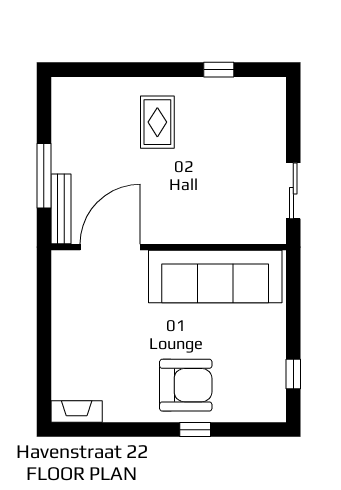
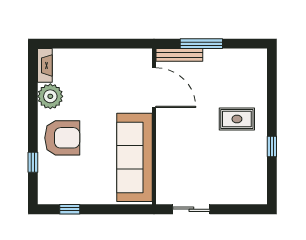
window: (219, 70) -> (272, 147), moved
armchair: (186, 385) -> (62, 138), turned -90
plant: (123, 403) -> (50, 96), added
window: (195, 430) -> (33, 162), moved

